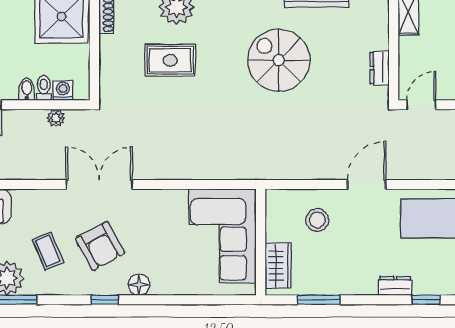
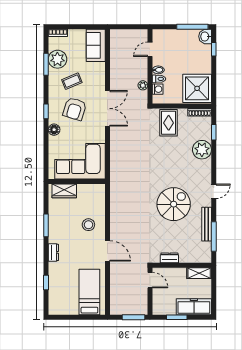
rug: (170, 60) -> (169, 123), moved
corner sofa: (223, 236) -> (80, 161), moved
wall: (261, 242) -> (77, 181), moved
armchair: (100, 246) -> (75, 109), turned -44
wardrobe: (278, 265) -> (64, 191), moved
dresser: (395, 286) -> (53, 252), moved

